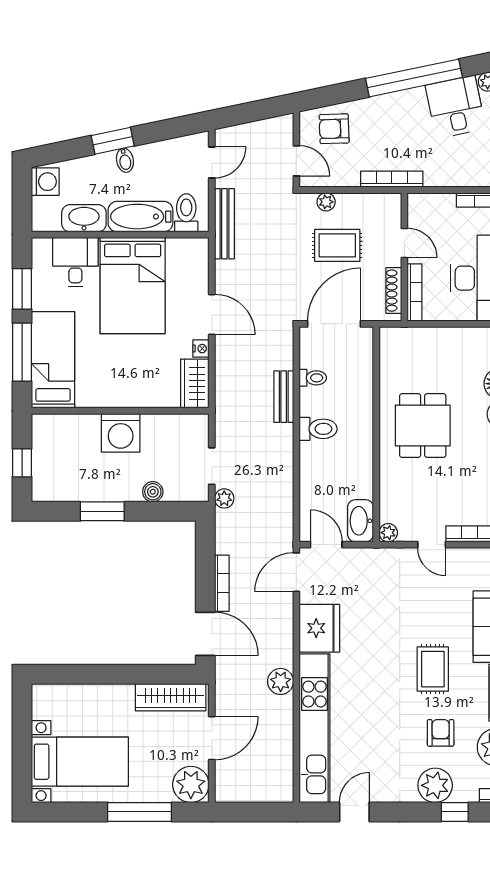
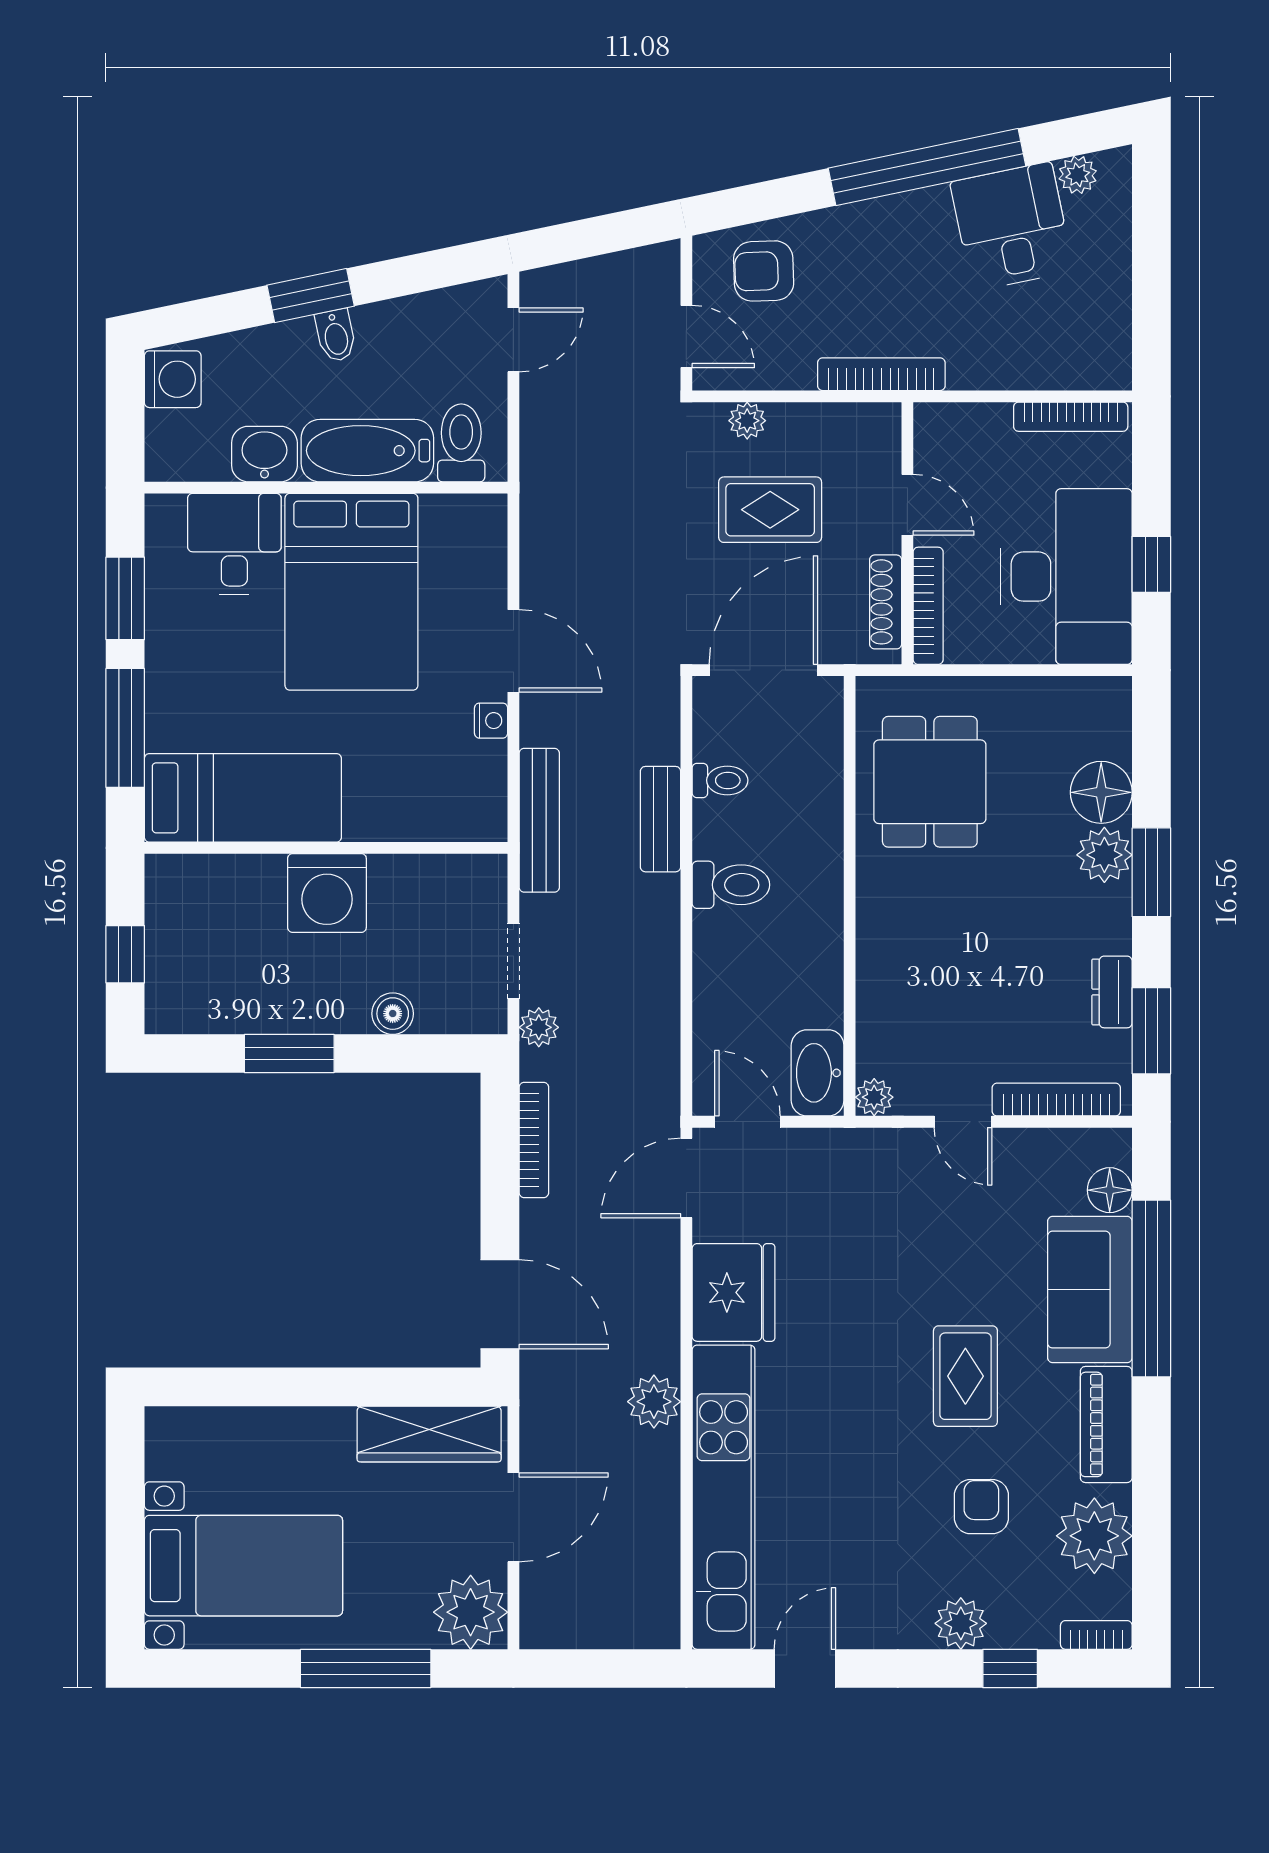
washbasin: (84, 218) -> (264, 454), width x0.72
bench: (224, 224) -> (539, 820), moved
bed: (53, 360) -> (243, 798), moved, turned 90
wardrobe: (195, 383) -> (479, 792), removed
dining table: (423, 426) -> (930, 782), moved
bookcase: (222, 583) -> (534, 1140), moved
plant: (435, 785) -> (961, 1623), width x0.73, depth x0.73

